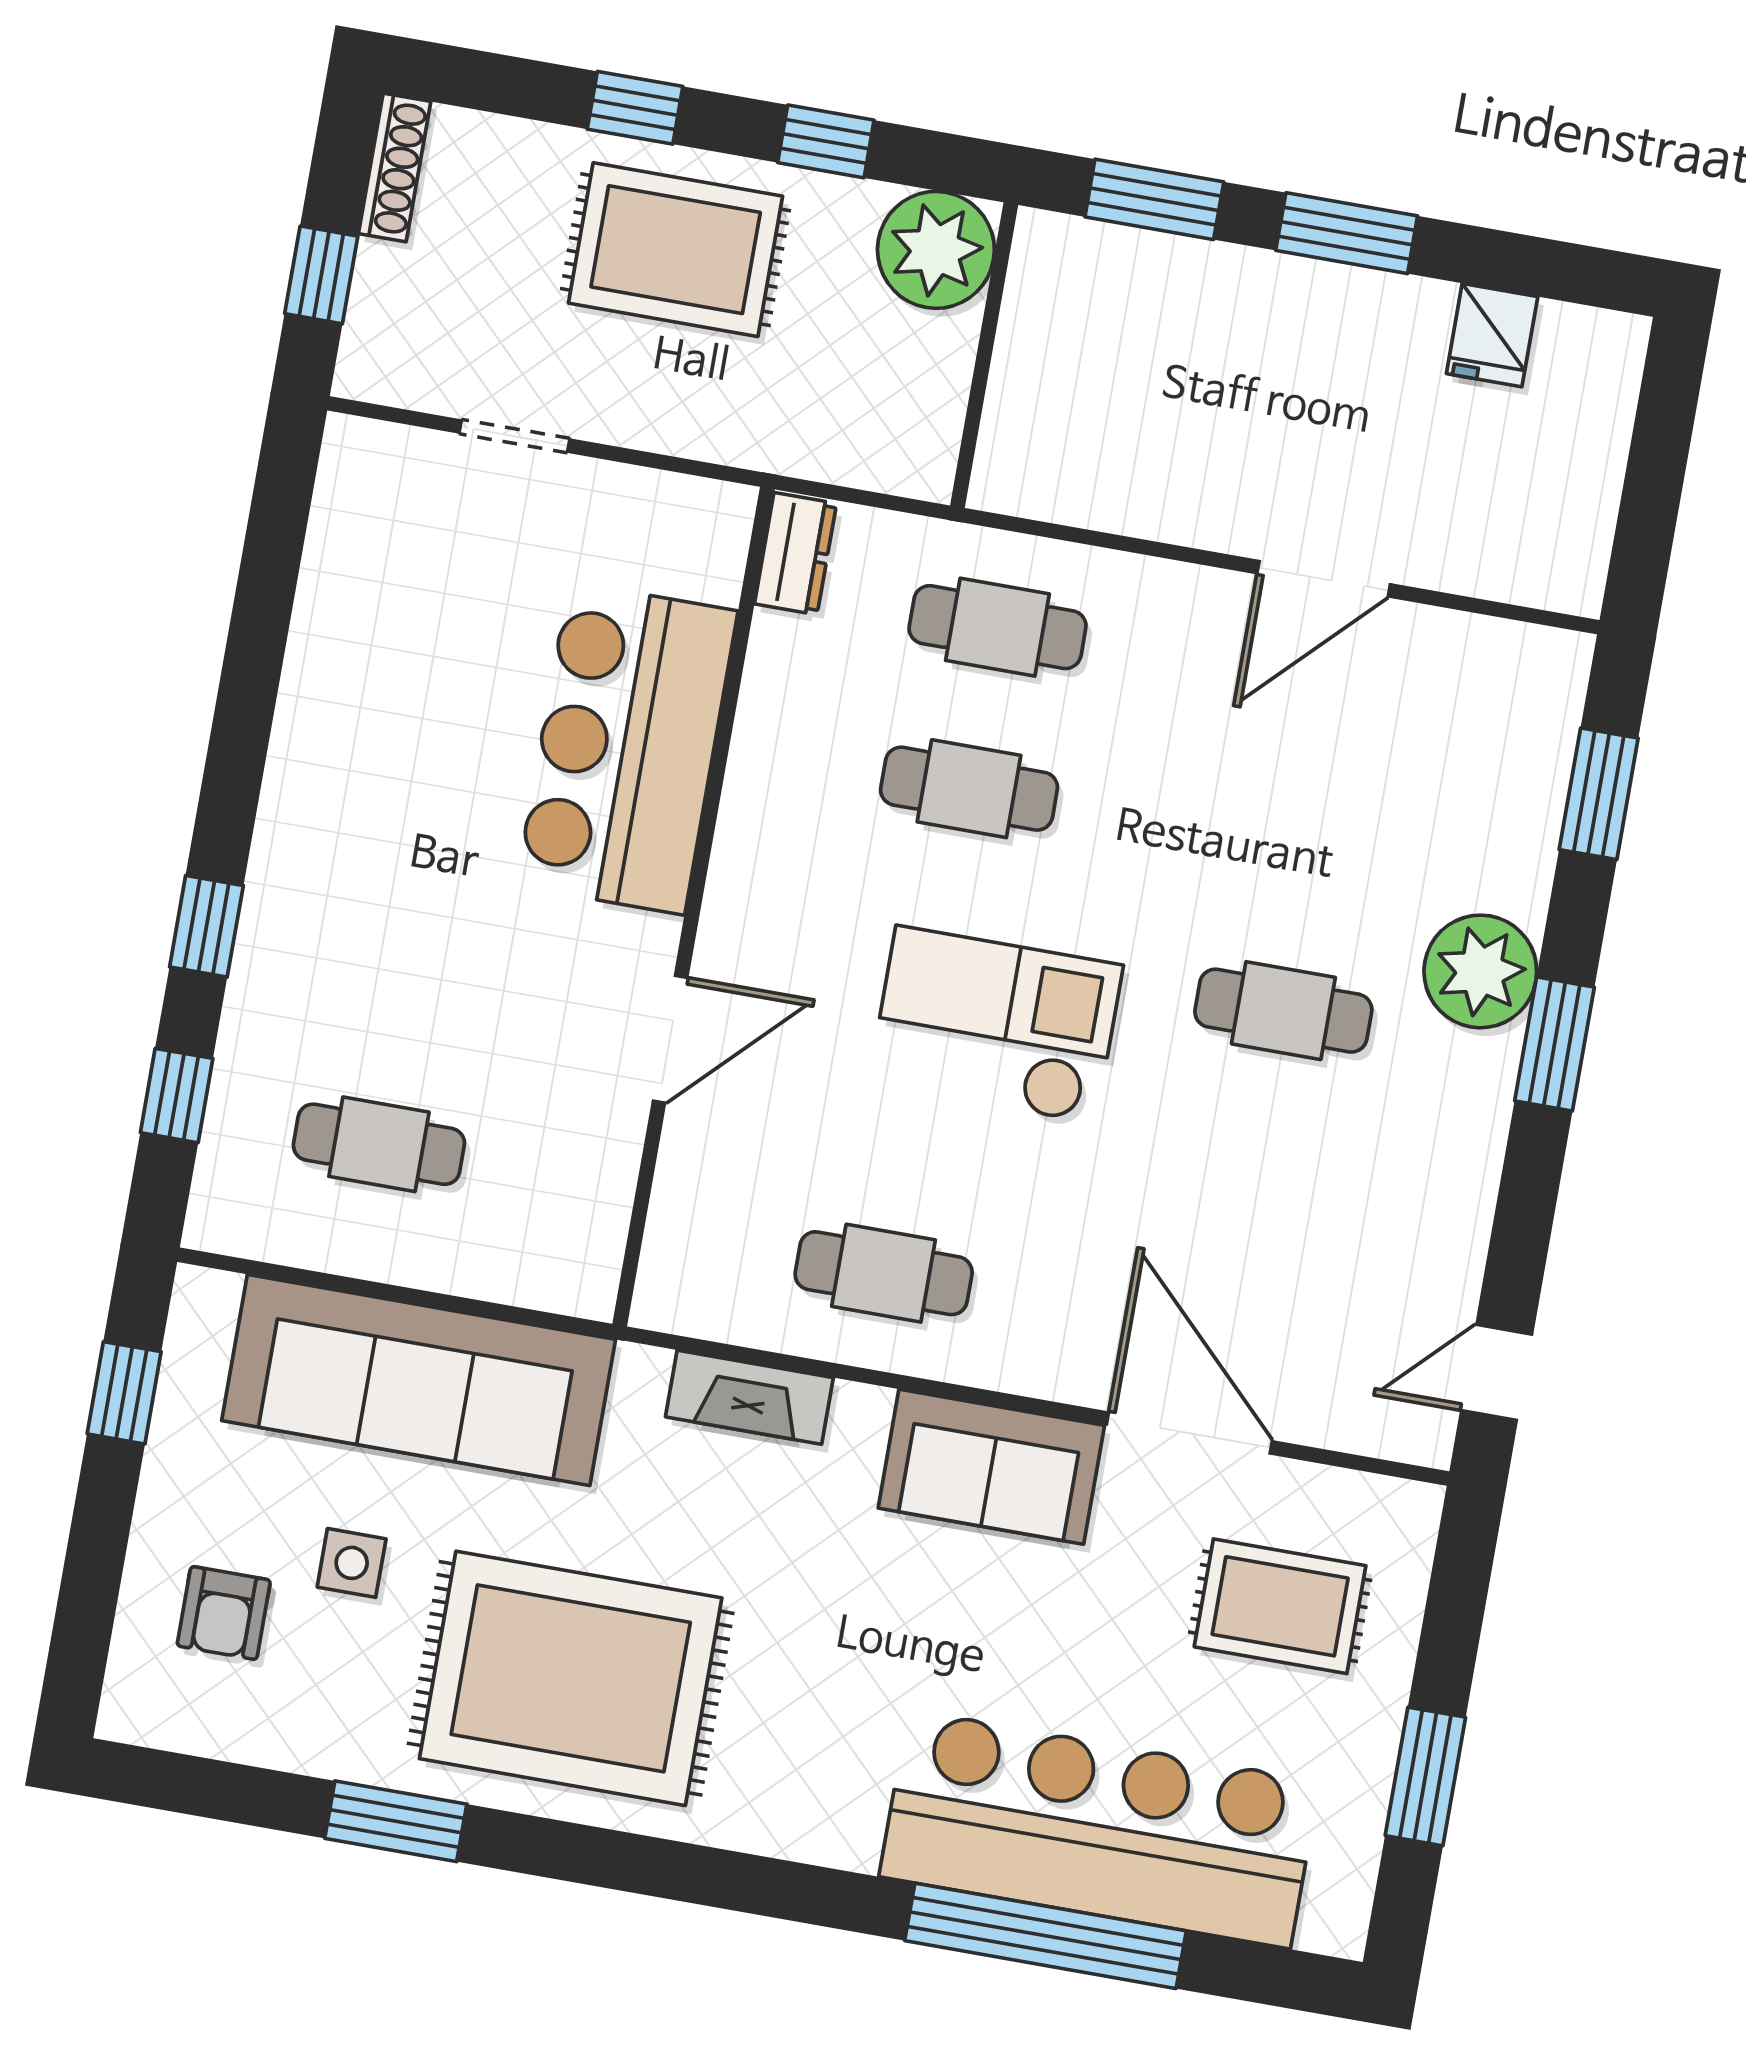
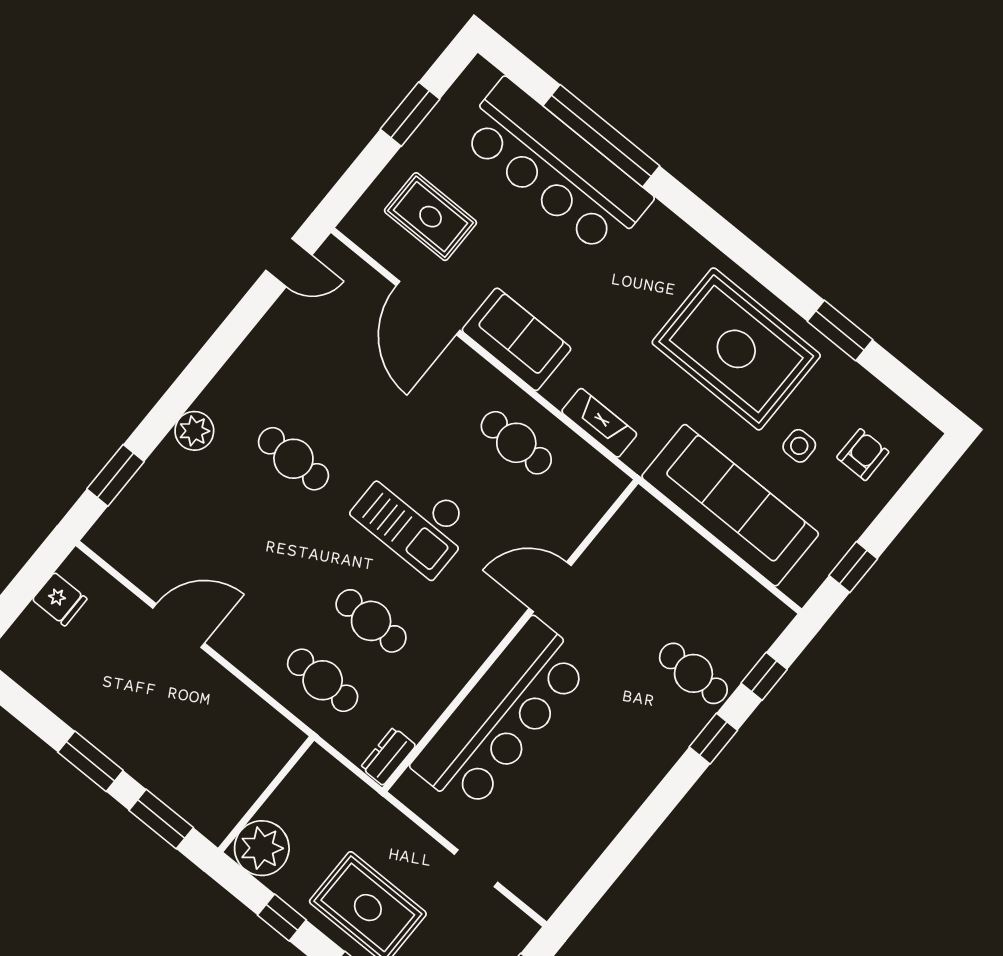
fridge: (1492, 335) -> (60, 599), moved, turned 90
bar counter: (627, 748) -> (501, 715), width x1.36
plant: (1480, 971) -> (194, 431), width x0.73, depth x0.73
window: (1555, 1044) -> (191, 383), removed
cafe table: (379, 1144) -> (693, 673), moved

